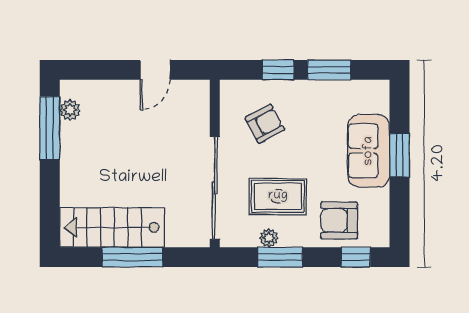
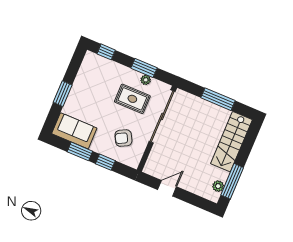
sofa: (369, 151) -> (74, 131), moved, turned -90
armchair: (339, 220) -> (107, 74), removed
stairs: (112, 227) -> (231, 142), moved, turned 90

